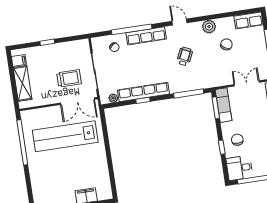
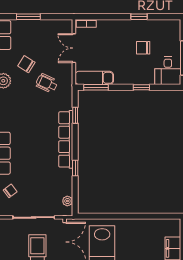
wheelchair: (185, 56) -> (47, 83), moved
row of seats: (143, 92) -> (66, 139), moved
window: (189, 93) -> (75, 115), width x0.46
chair: (237, 140) -> (143, 48), moved

